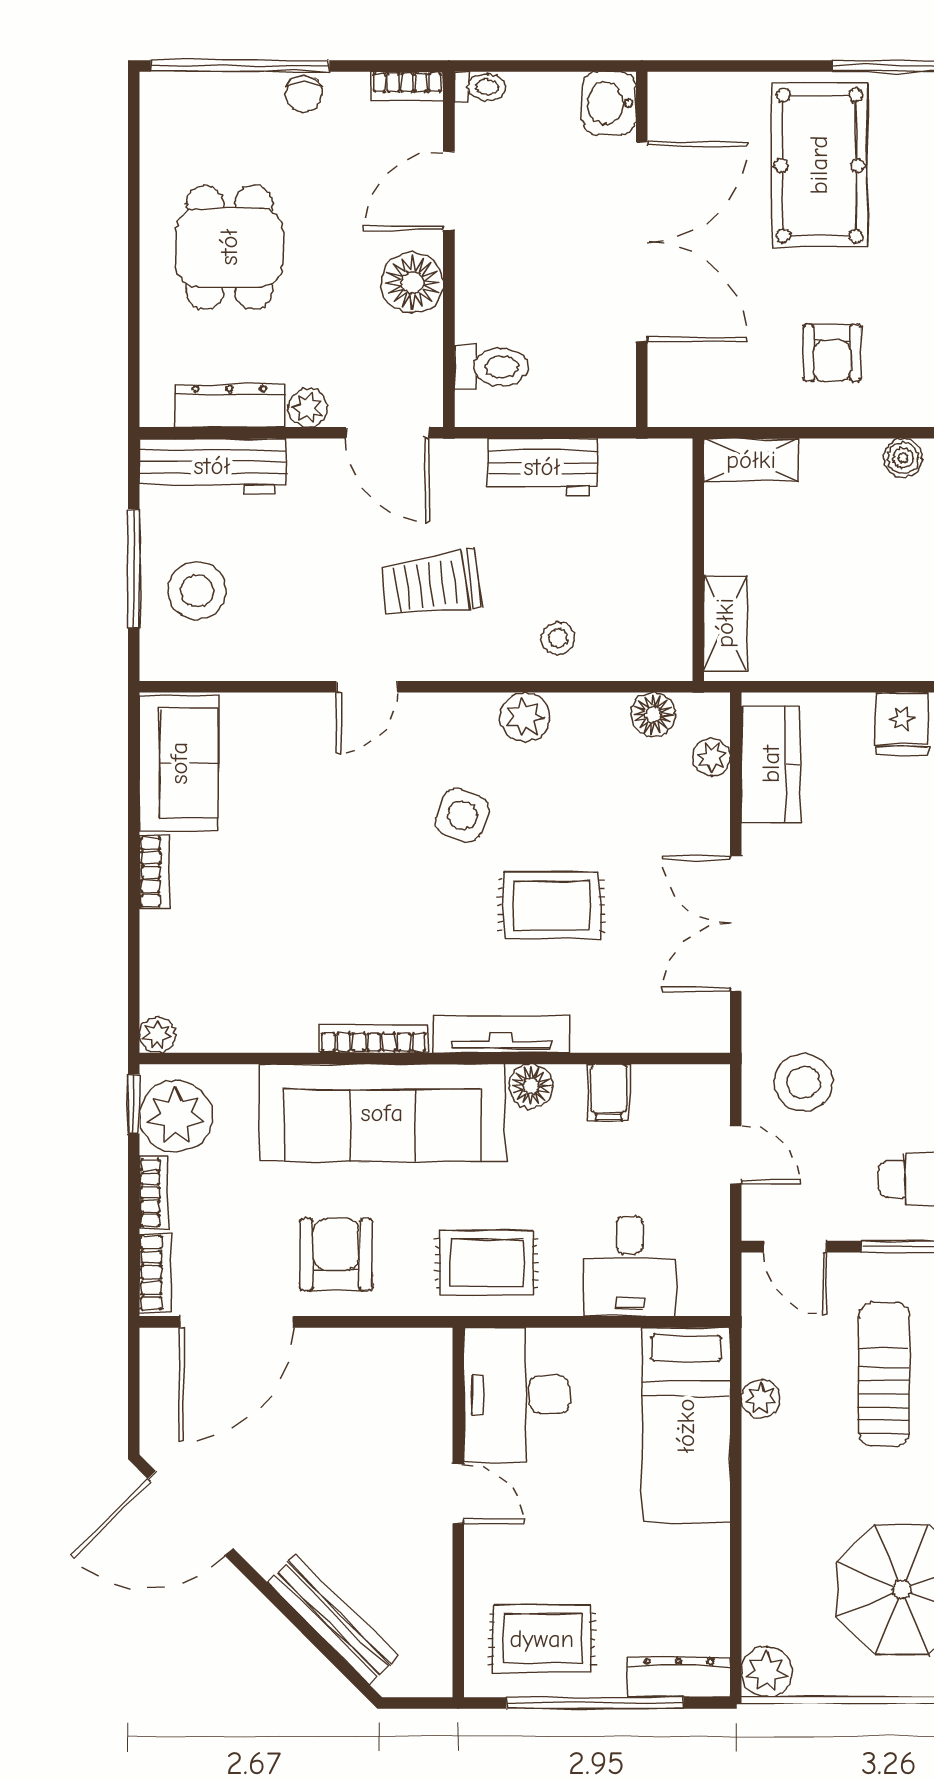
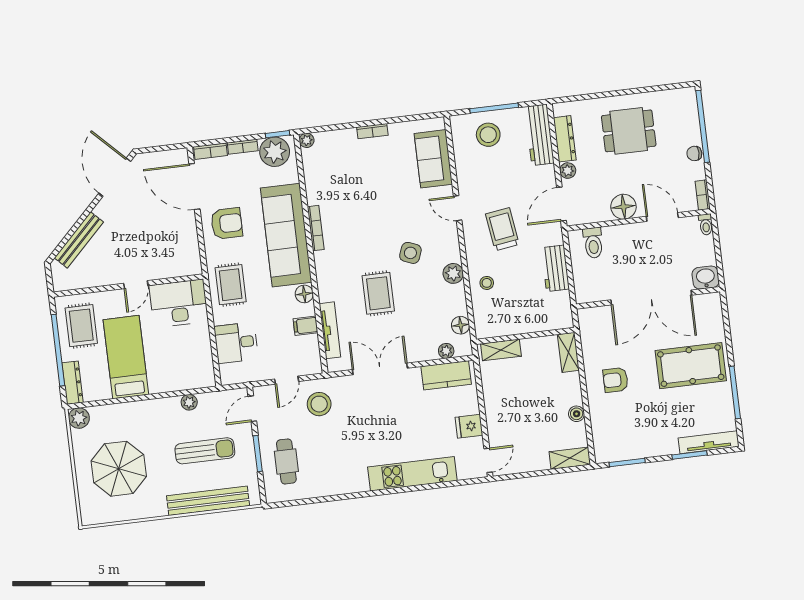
sofa: (179, 763) -> (433, 159), moved, turned 90
tv unit: (501, 1034) -> (330, 330), moved
bed: (686, 1426) -> (126, 357), moved, turned 90

